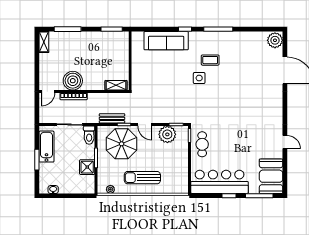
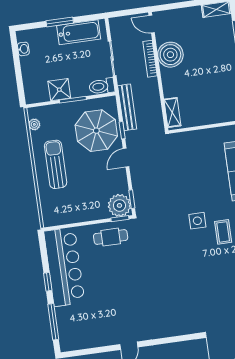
bench: (112, 118) -> (127, 107), width x1.36
plant: (167, 134) -> (119, 205), moved
booth: (271, 176) -> (81, 334), removed

